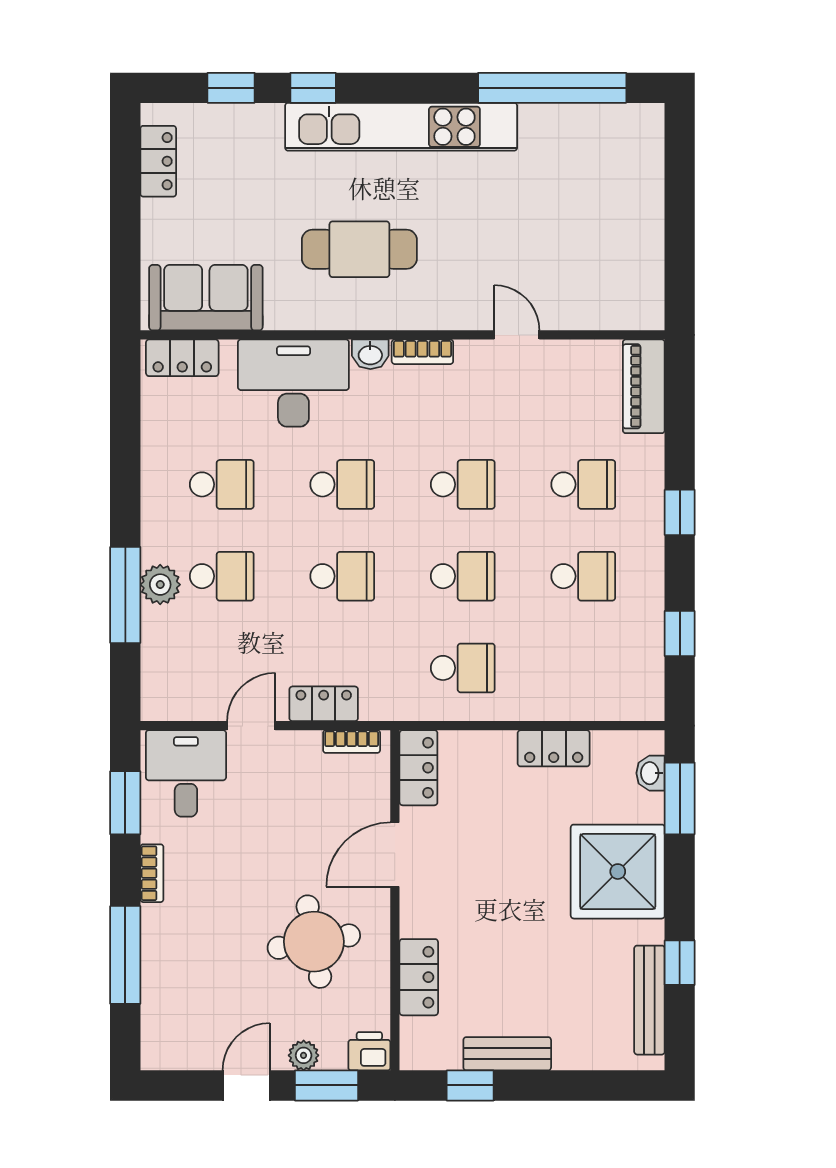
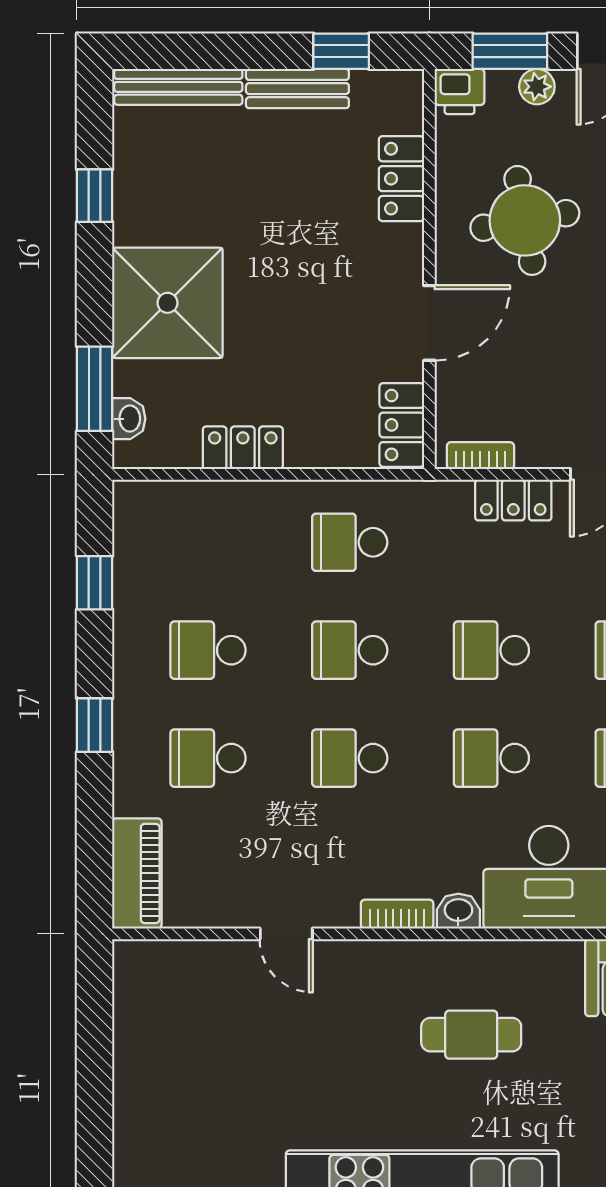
cafe table: (359, 249) -> (471, 1035), width x0.73, depth x0.74
bench: (649, 1000) -> (178, 87), moved, turned 90

